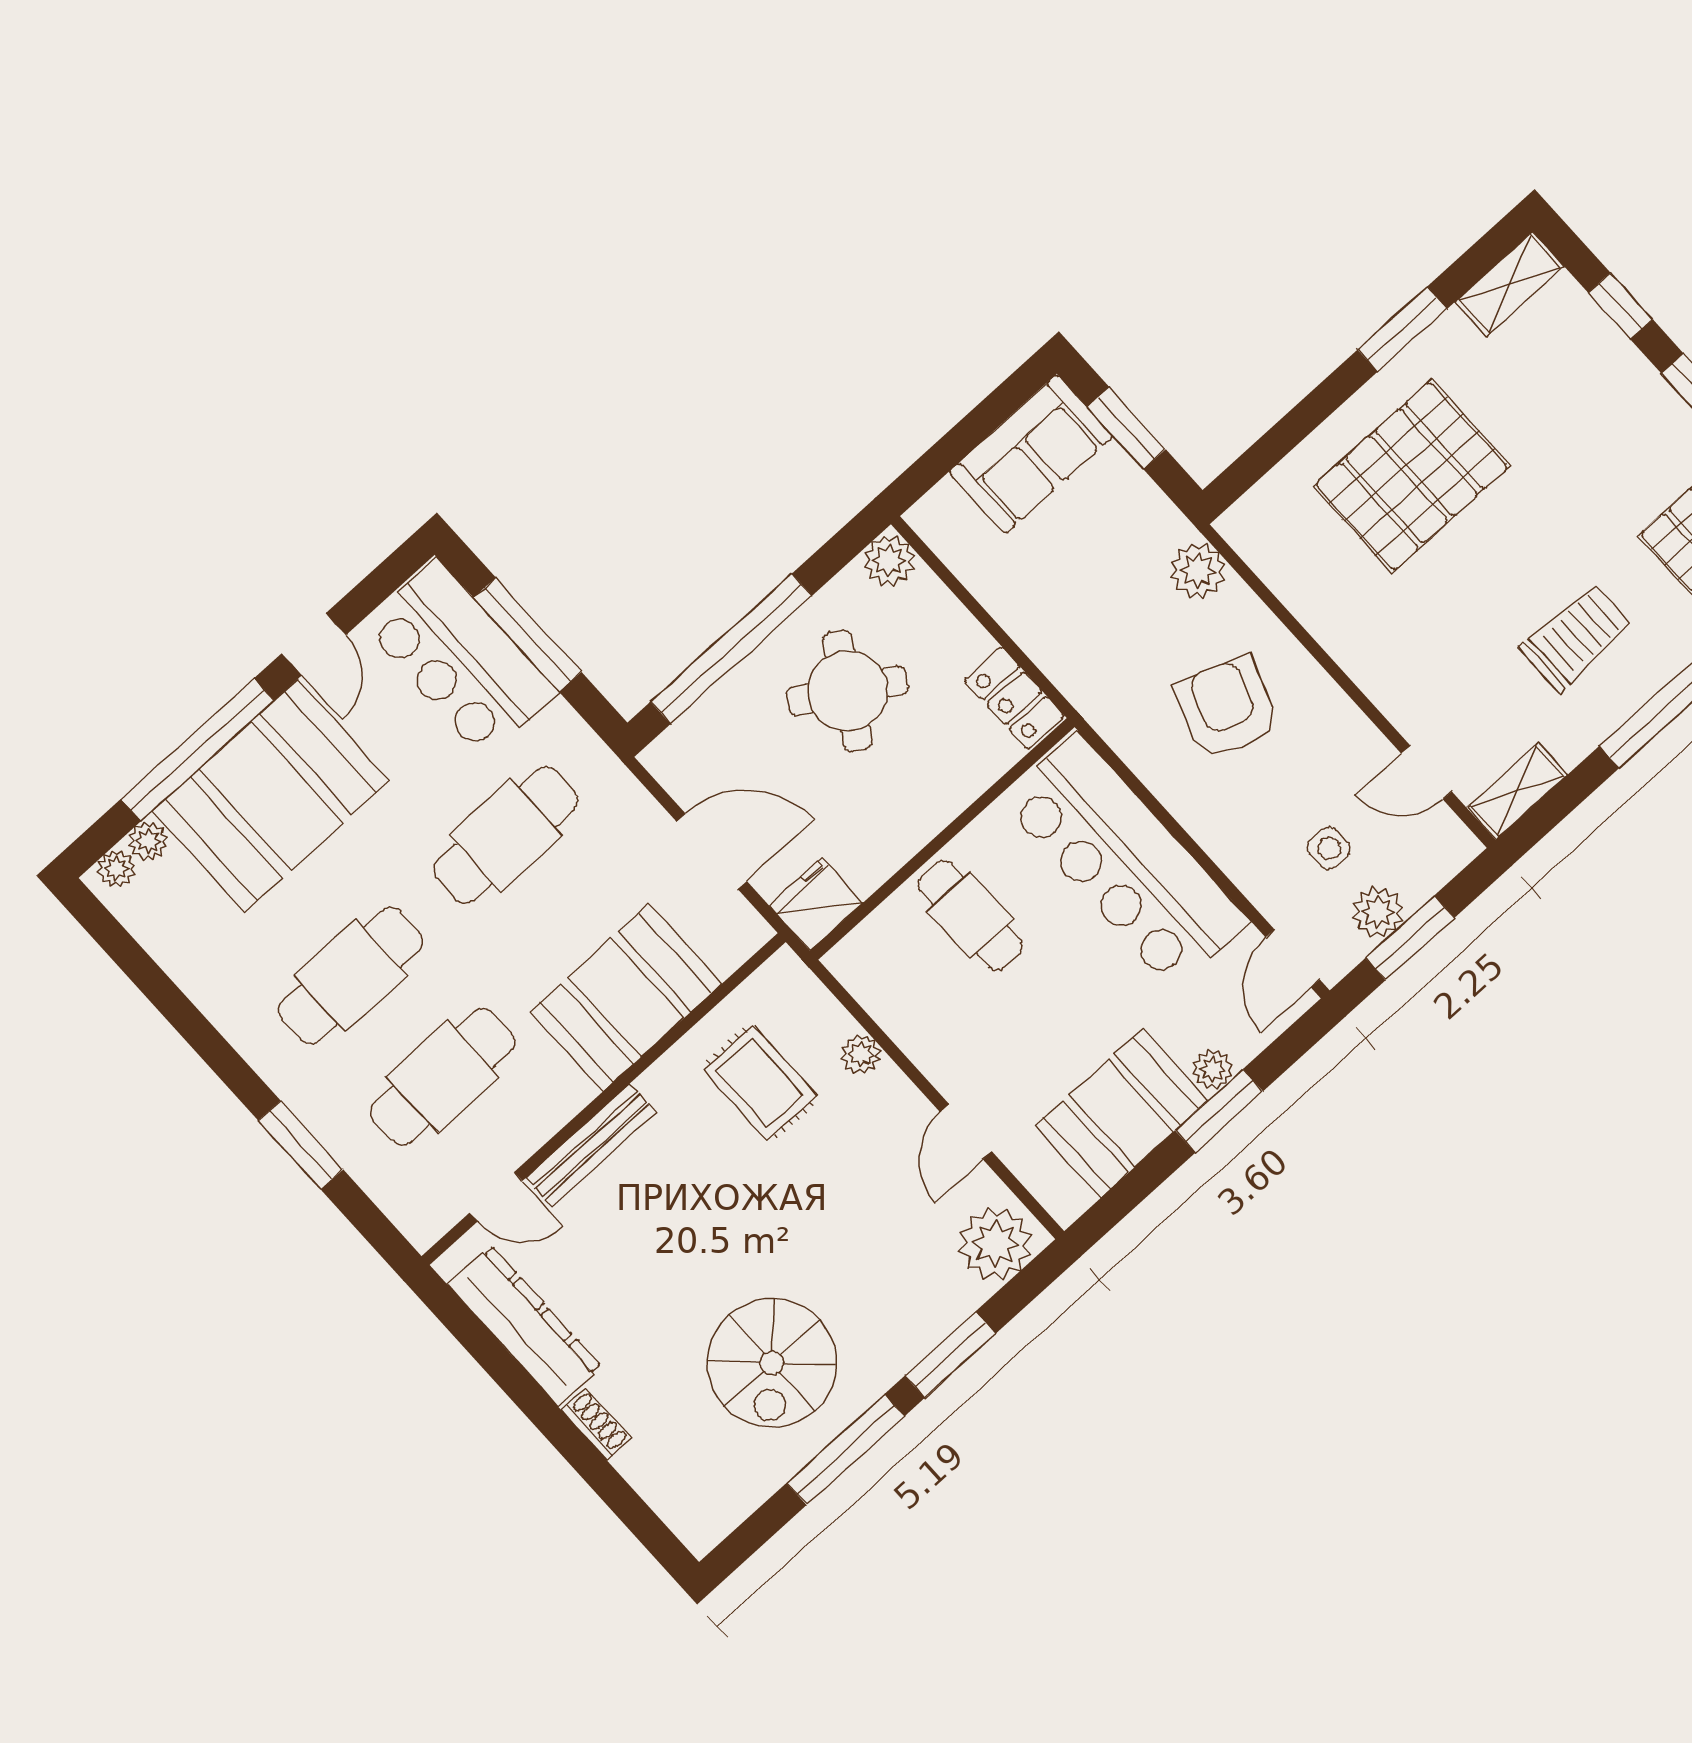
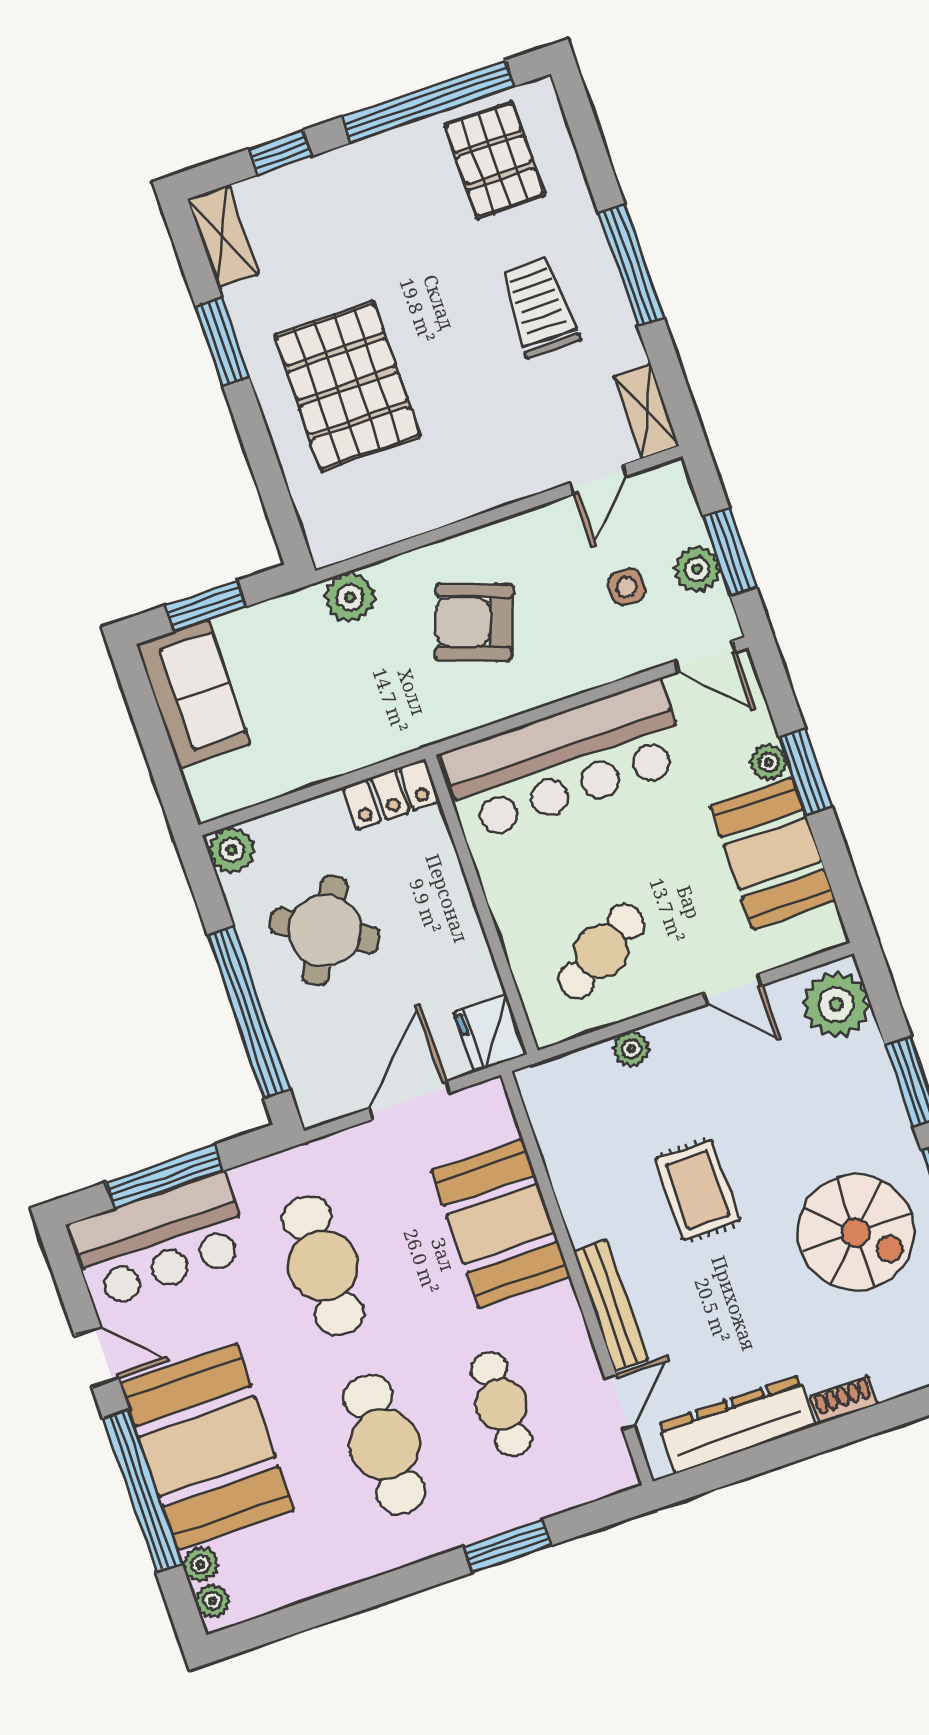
cafe table: (970, 915) -> (601, 951), moved, turned -31
cafe table: (442, 1077) -> (501, 1404), width x0.73, depth x0.74
rug: (760, 1083) -> (698, 1190), moved, turned 90

